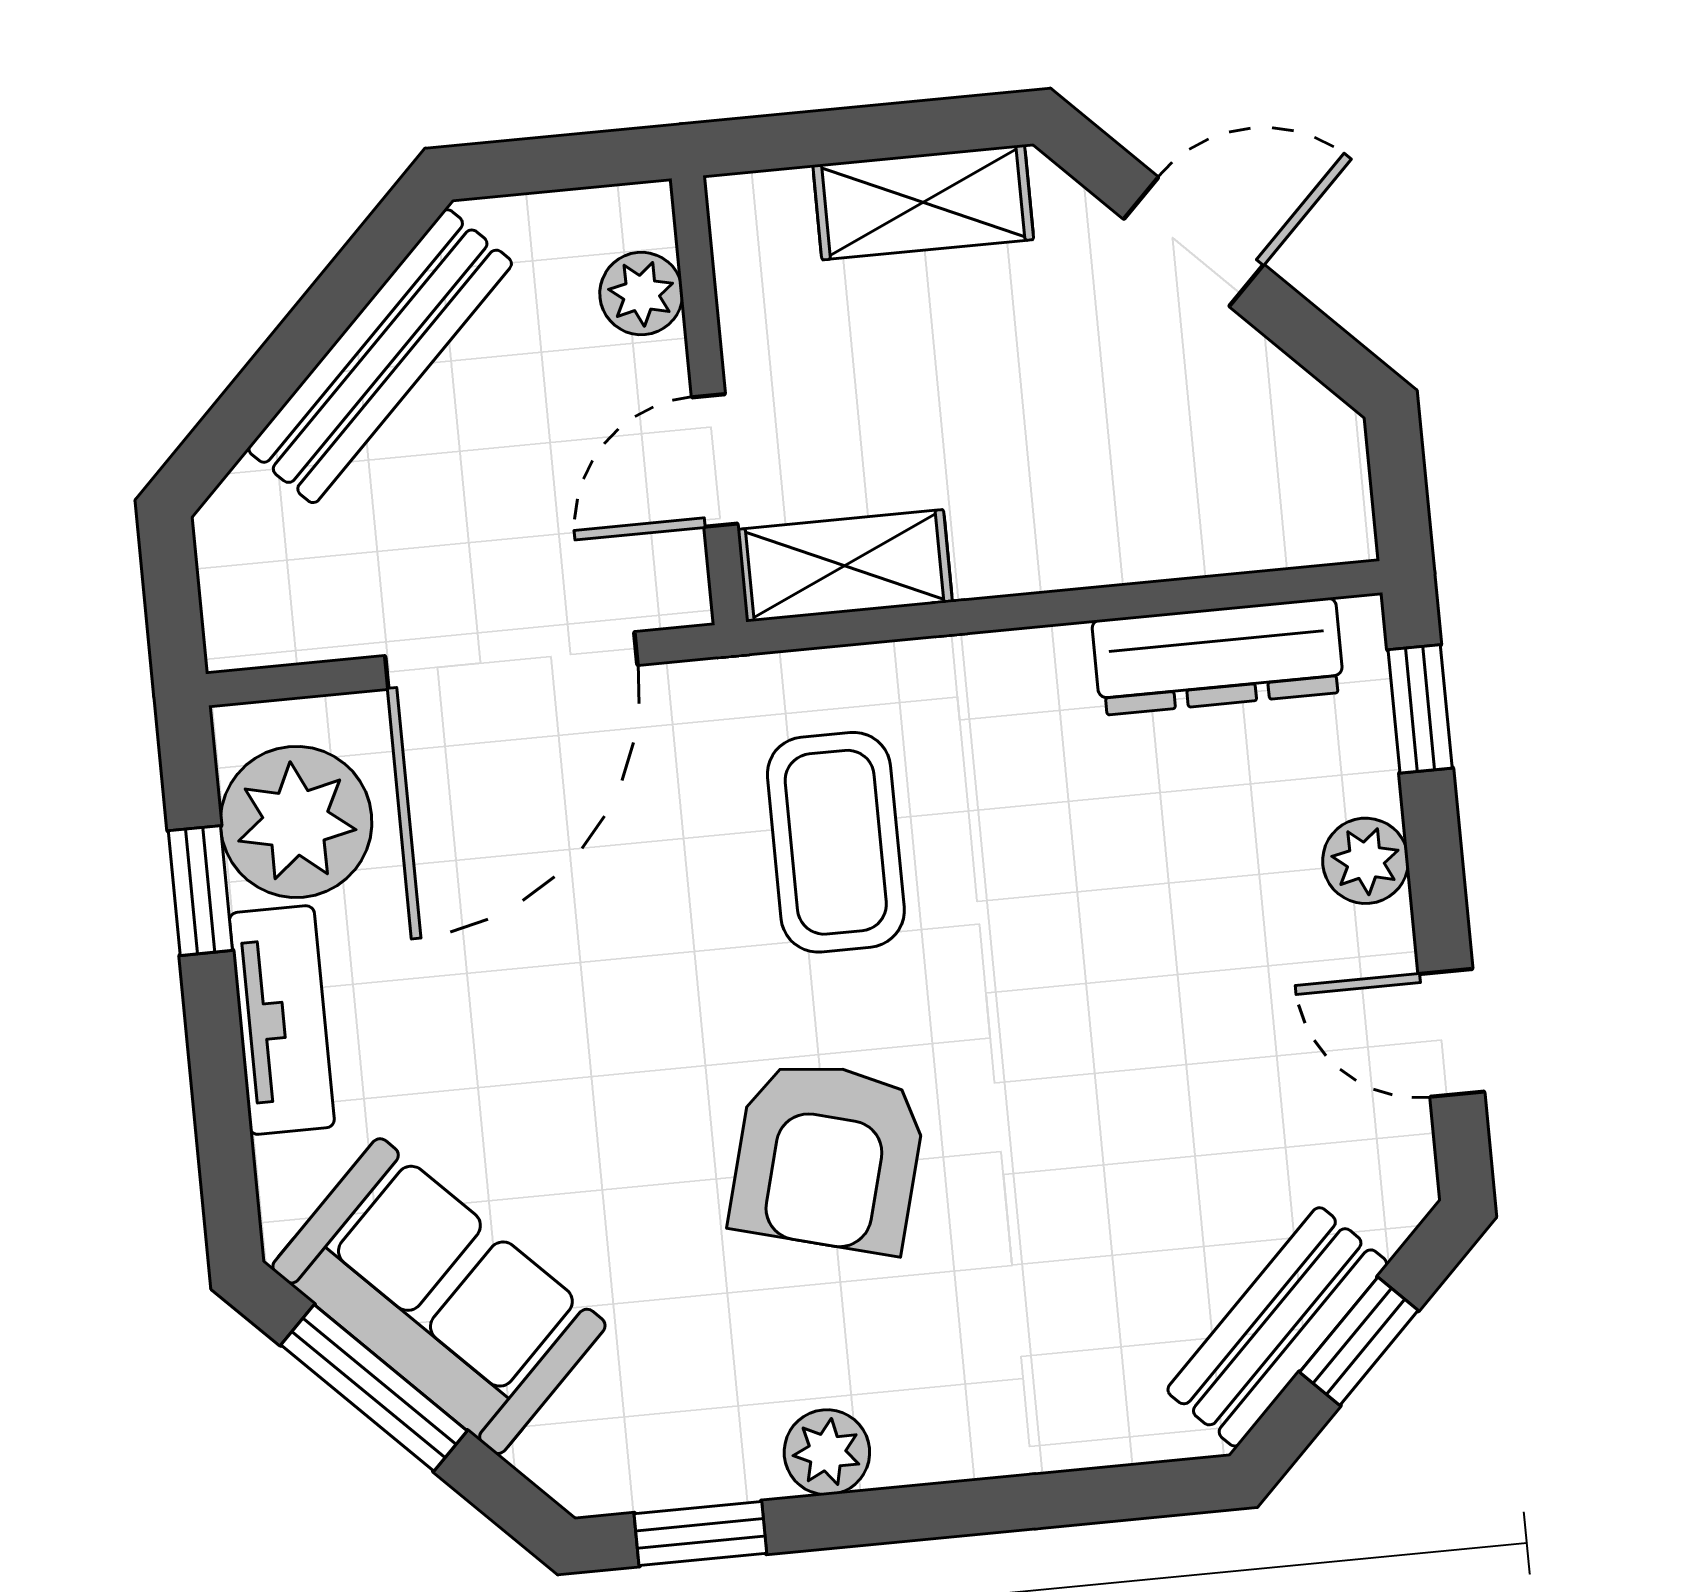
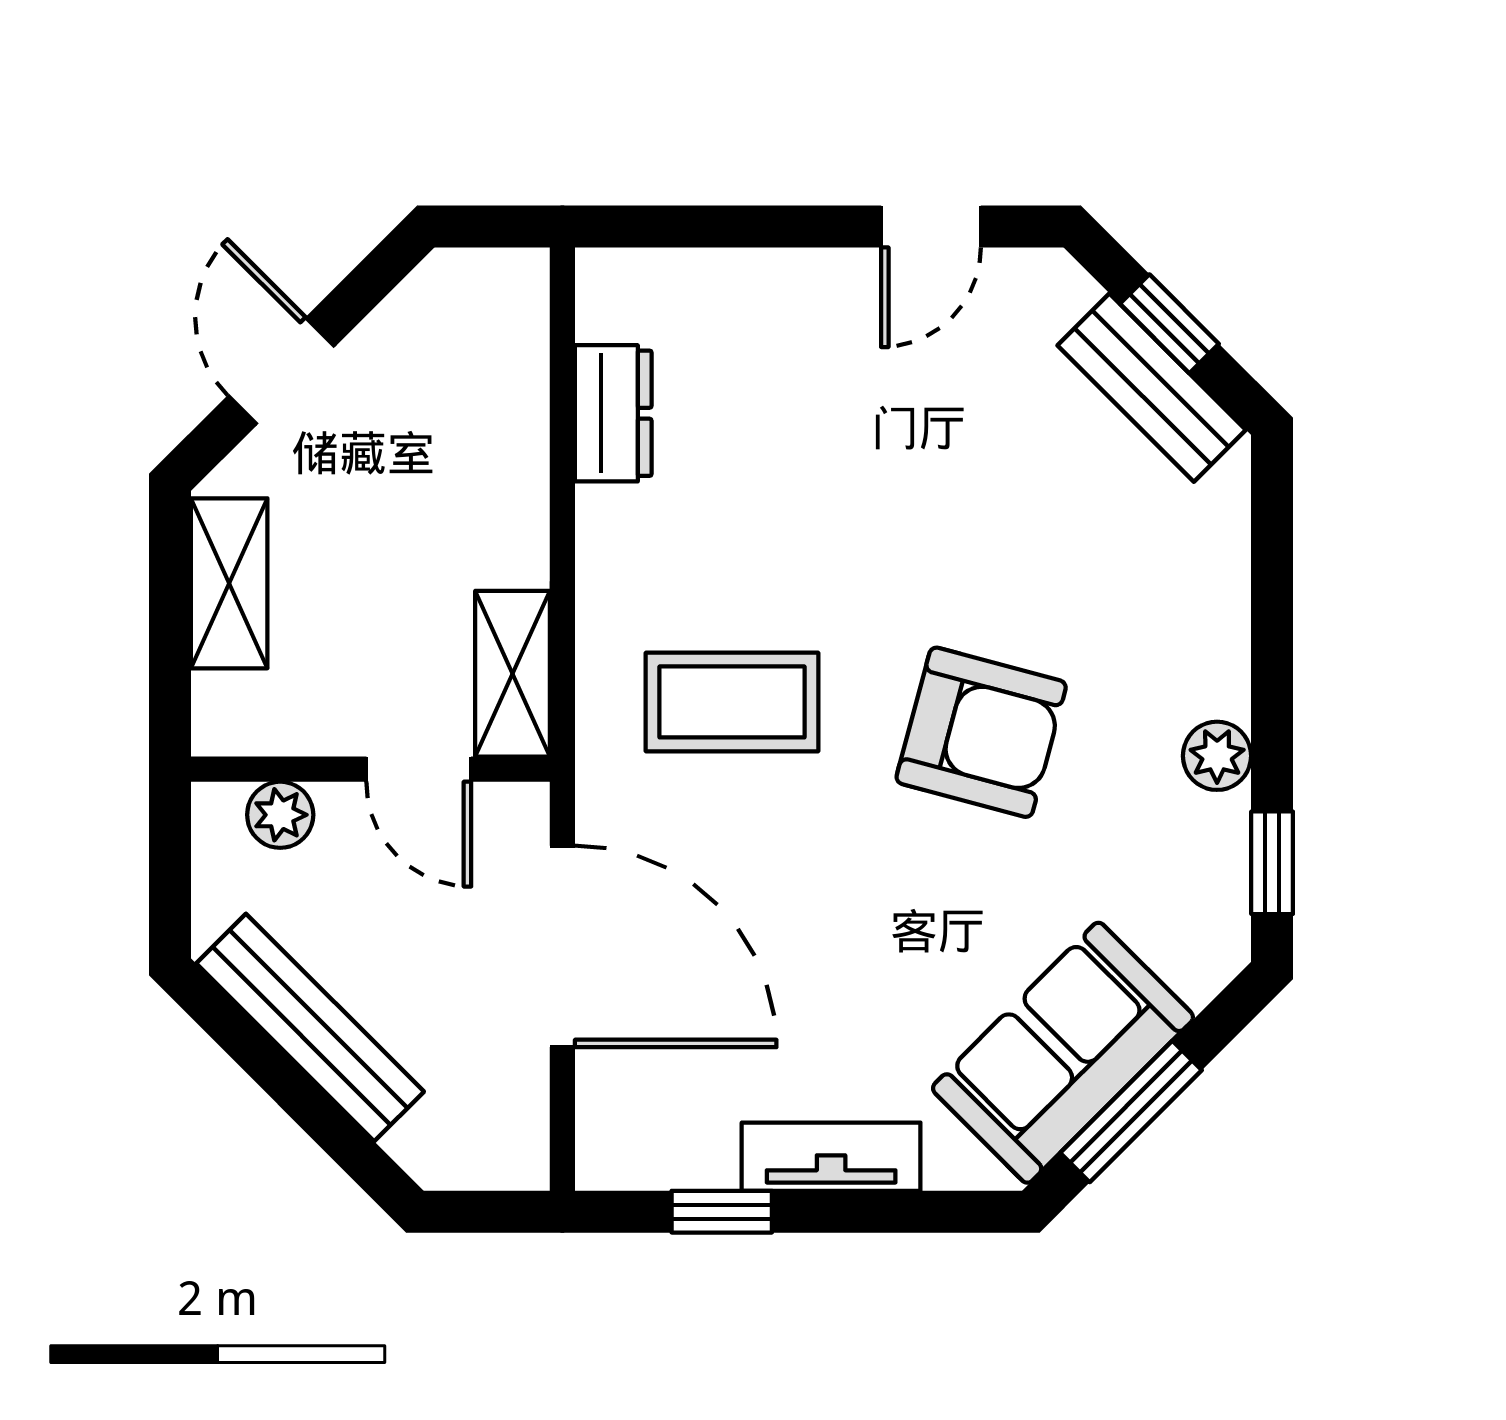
dresser: (1218, 656) -> (613, 413), width x0.70
window: (1420, 709) -> (671, 227), removed
plant: (296, 822) -> (674, 1130), removed
plant: (1366, 861) -> (787, 282), removed

